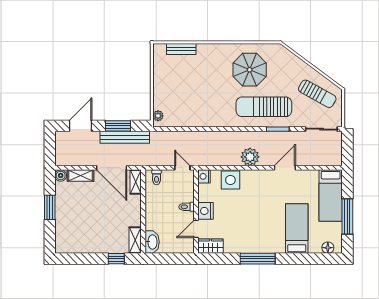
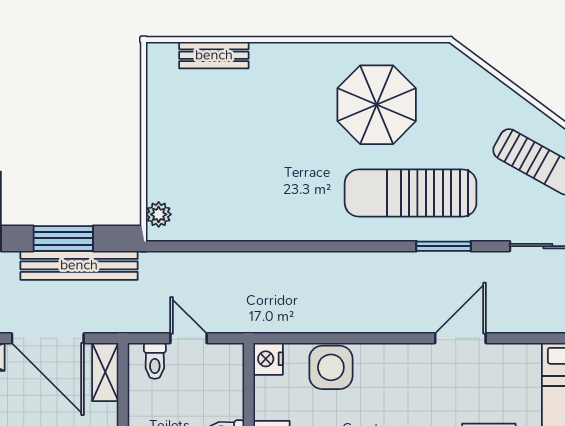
plant: (250, 157) -> (378, 312), removed
door: (182, 168) -> (188, 338), moved

